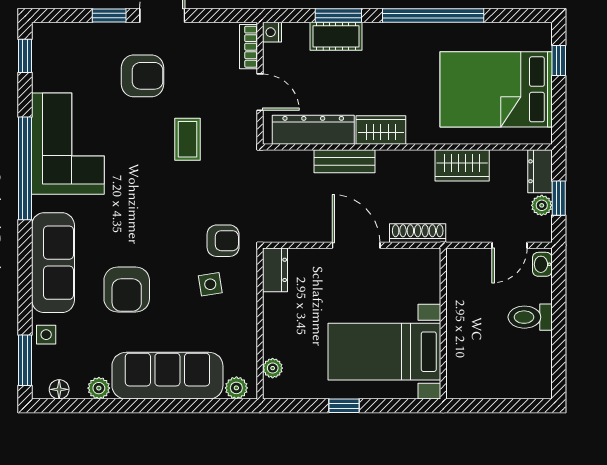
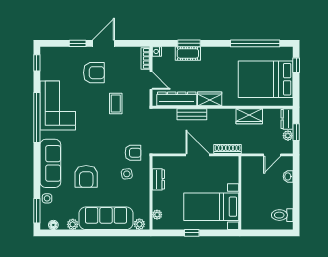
window: (433, 16) -> (255, 43), moved
washbasin: (542, 264) -> (288, 176), moved
dresser: (275, 270) -> (158, 179), moved
toilet: (530, 317) -> (282, 215), moved

